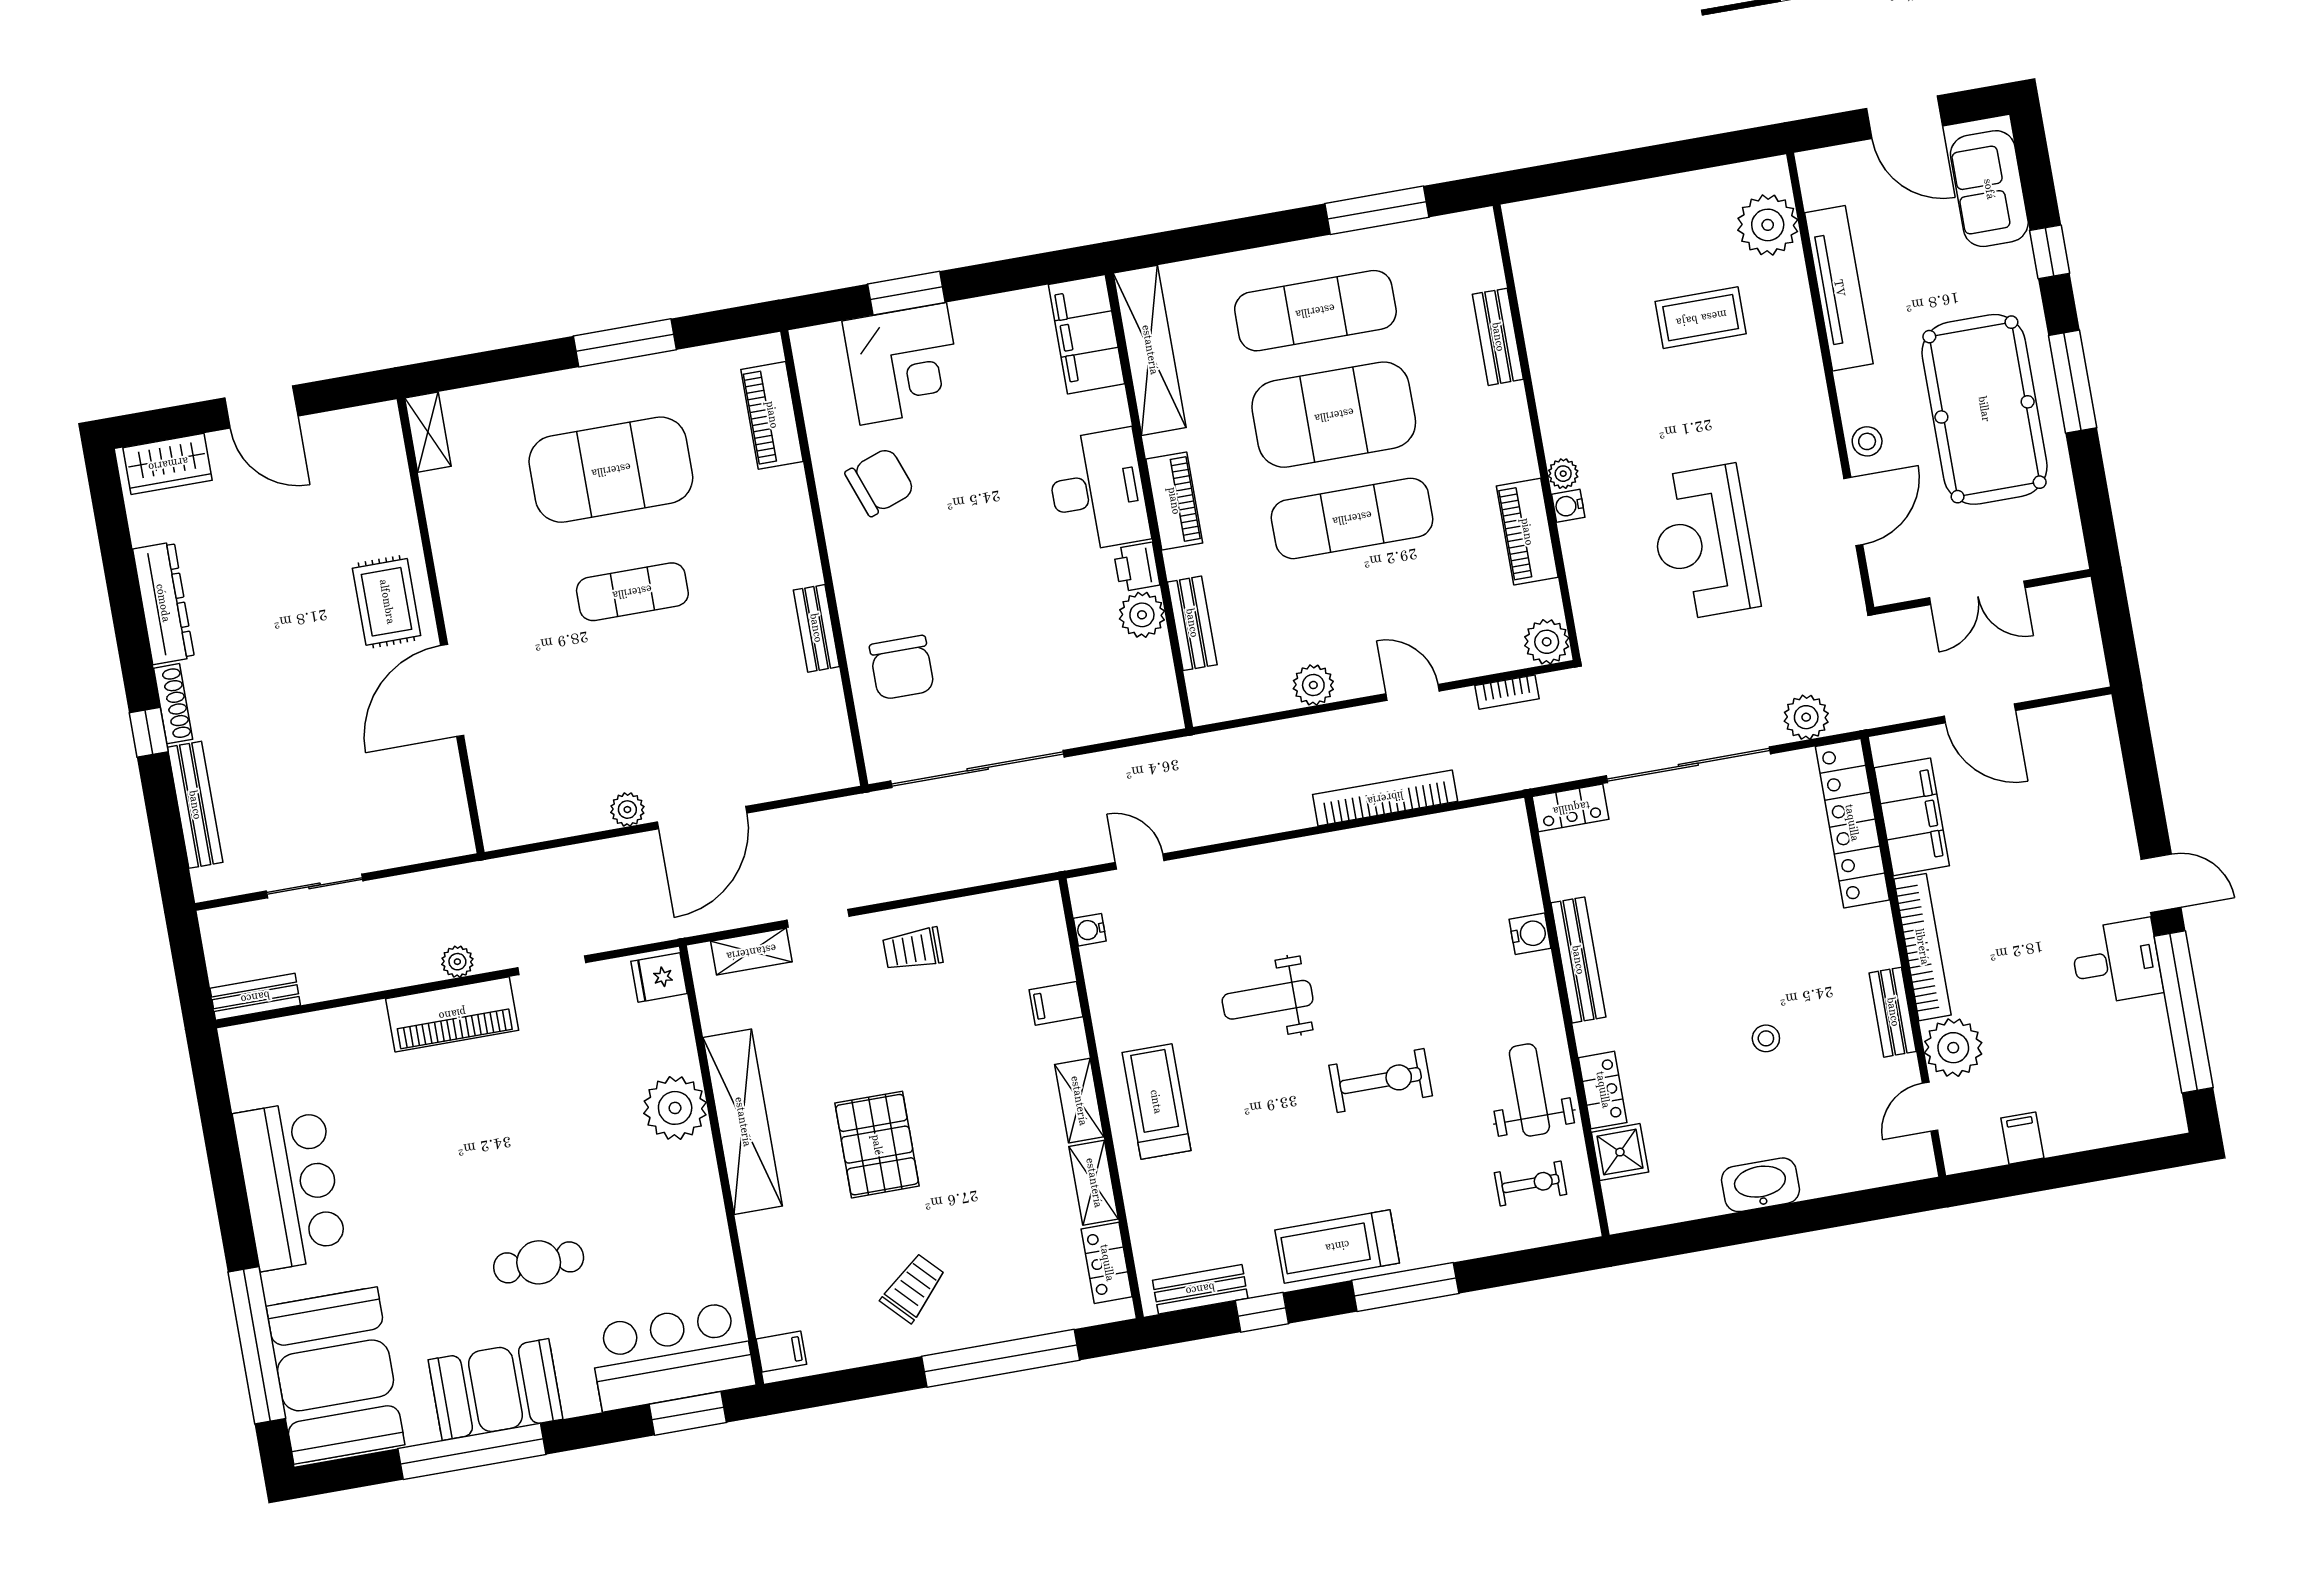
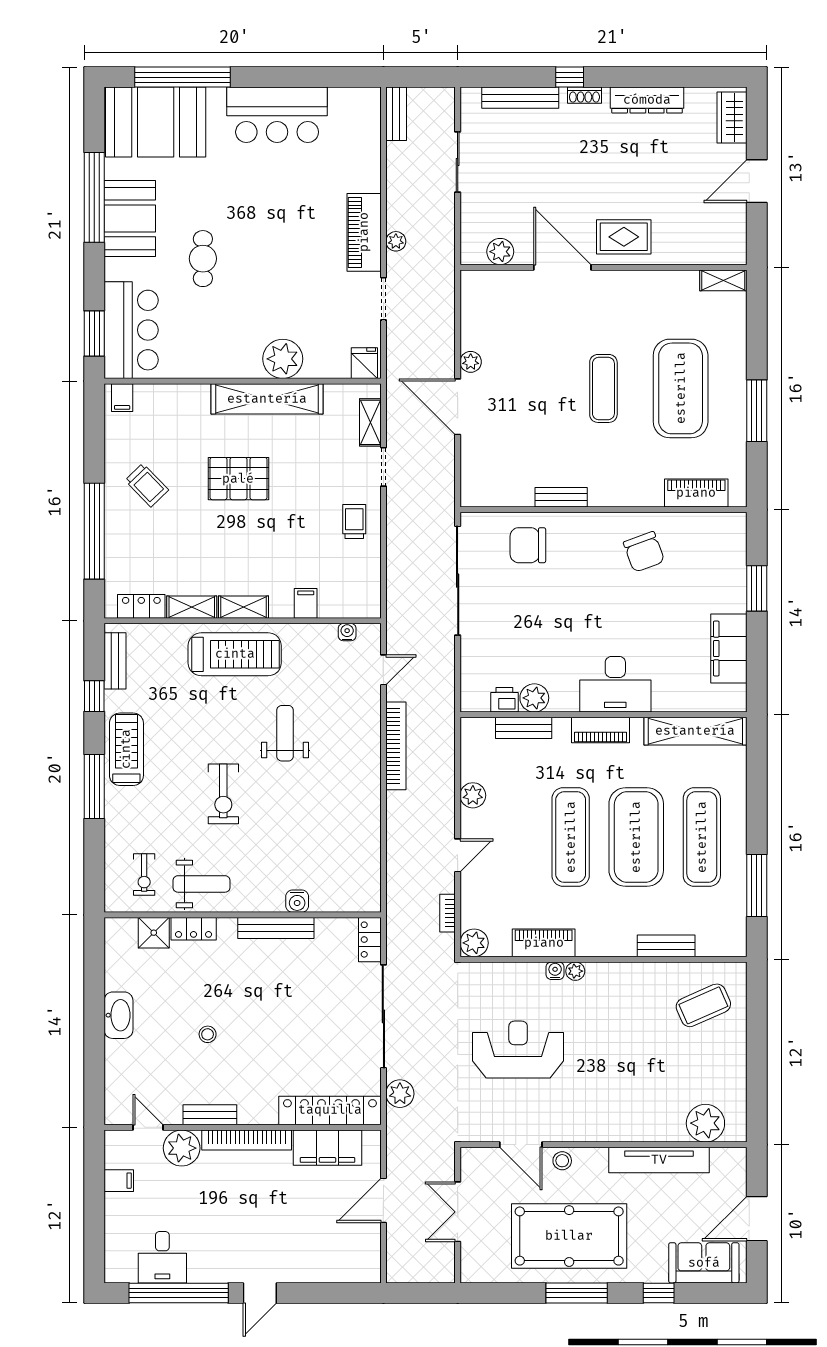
coffee table: (1701, 318) -> (703, 1005), moved, turned 66
filing cabinet: (1086, 334) -> (729, 649), moved, turned -90
corner desk: (903, 364) -> (714, 579), removed
printer: (1137, 567) -> (504, 700), moved
shoe rack: (173, 704) -> (584, 95), width x0.70
plant: (444, 794) -> (500, 252), added
bookcase: (1385, 798) -> (396, 746), moved
desk: (2116, 962) -> (162, 1257), moved
treadmill: (1156, 1102) -> (235, 654), width x1.37, depth x1.38

